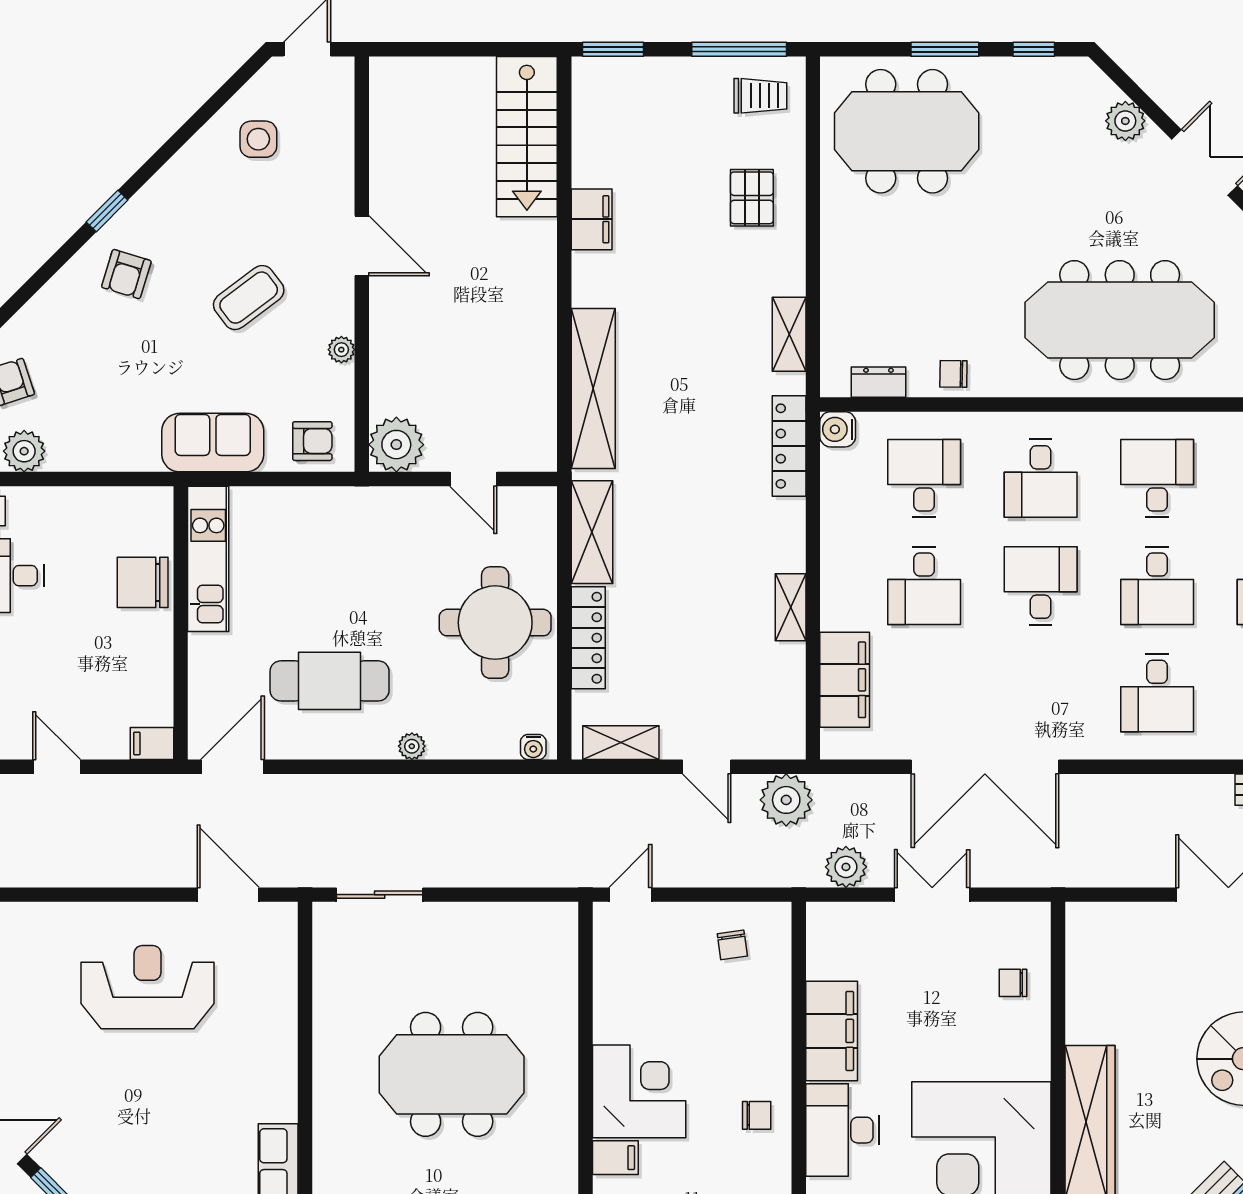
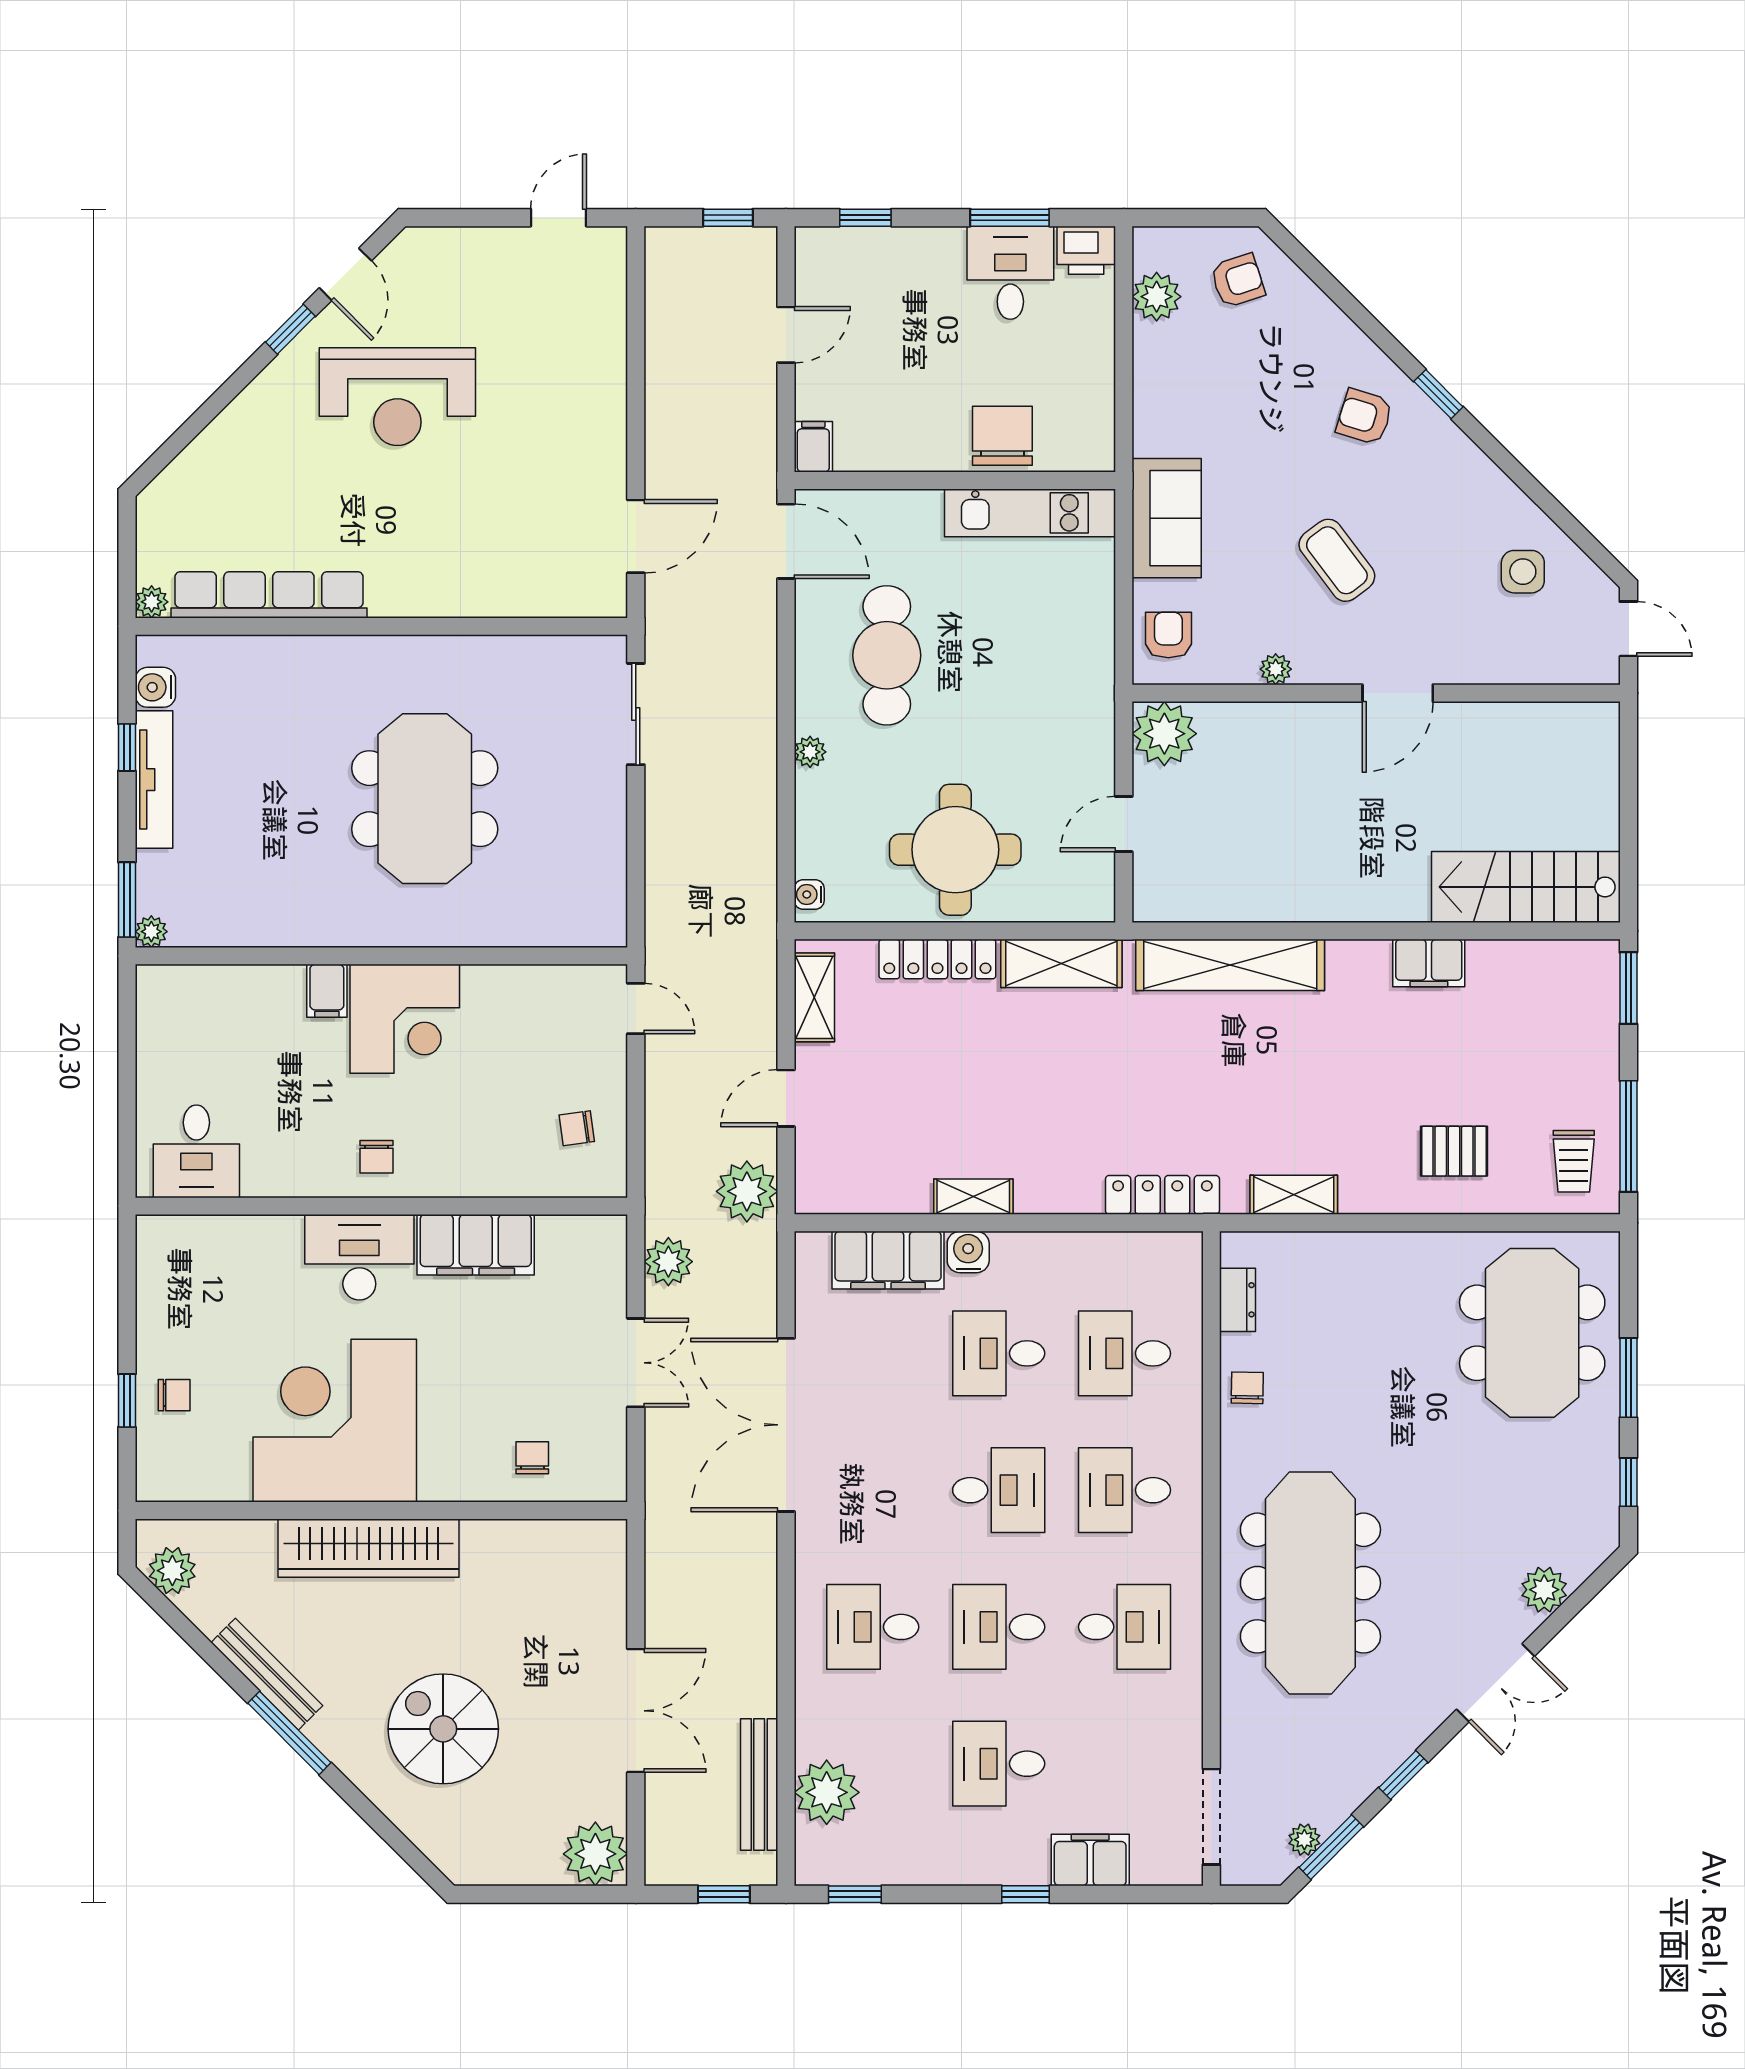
water cooler: (838, 429) -> (968, 1252), moved
armchair: (312, 441) -> (1168, 635), turned 180
desk: (924, 478) -> (1125, 1353), turned 180
reception desk: (148, 987) -> (397, 397), moved, turned 90

